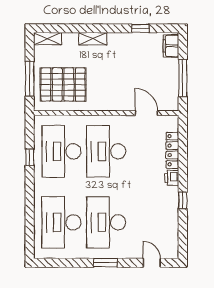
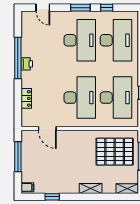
filing cabinet: (171, 46) -> (27, 187), width x0.50
locker: (172, 150) -> (26, 98), width x0.66
printer: (172, 178) -> (27, 64), moved
window: (183, 200) -> (18, 58), width x3.17
window: (73, 263) -> (107, 8), added

